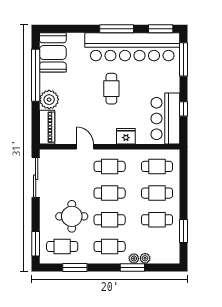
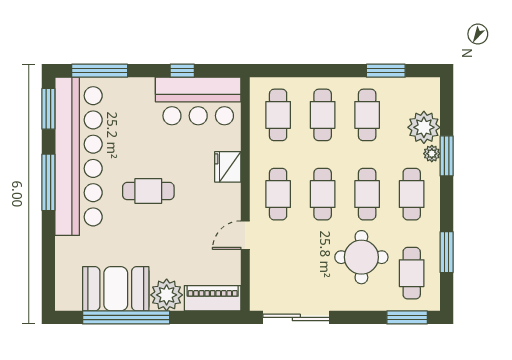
booth: (53, 52) -> (116, 289), moved
plant: (145, 258) -> (424, 127), width x1.88, depth x1.88

